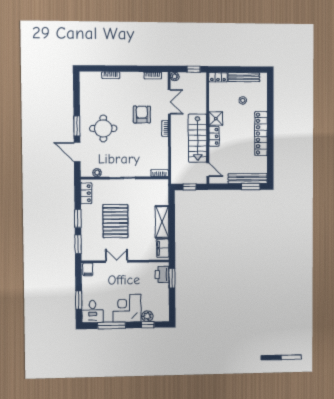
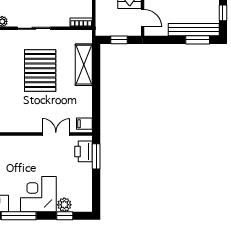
window: (270, 165) -> (223, 13), added
pallet: (115, 221) -> (40, 71), moved
shelving: (162, 222) -> (84, 65), moved
filing cabinet: (163, 248) -> (84, 124), width x0.50
double door: (117, 261) -> (56, 134), moved

